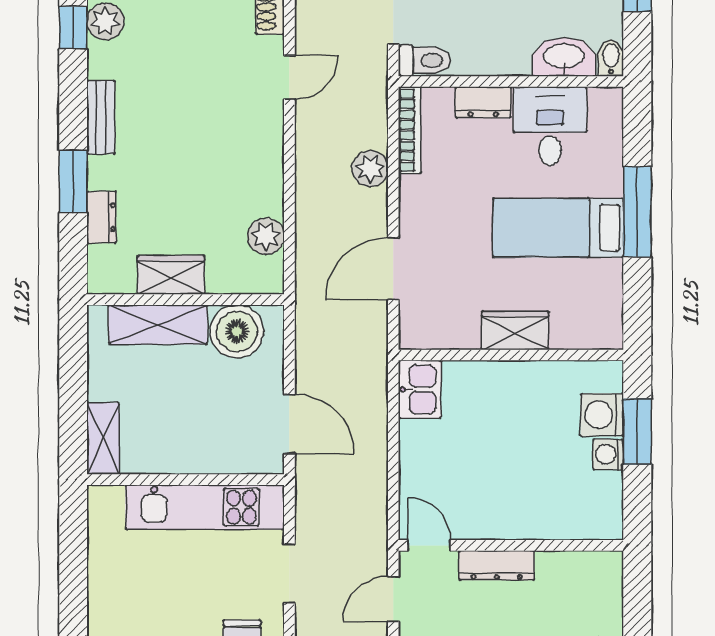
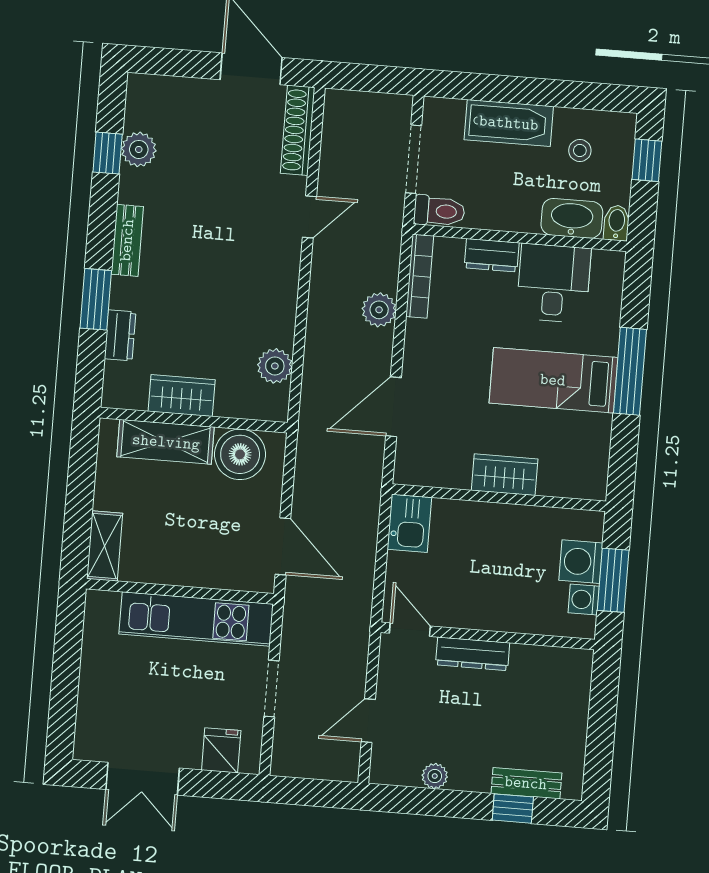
door: (429, 545) -> (410, 630), moved
wall: (511, 545) -> (488, 636), moved
dresser: (497, 565) -> (473, 654), moved

